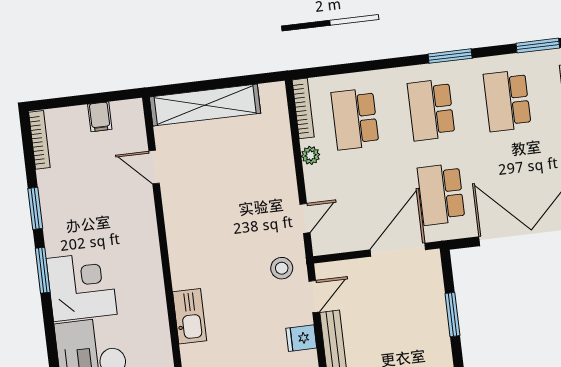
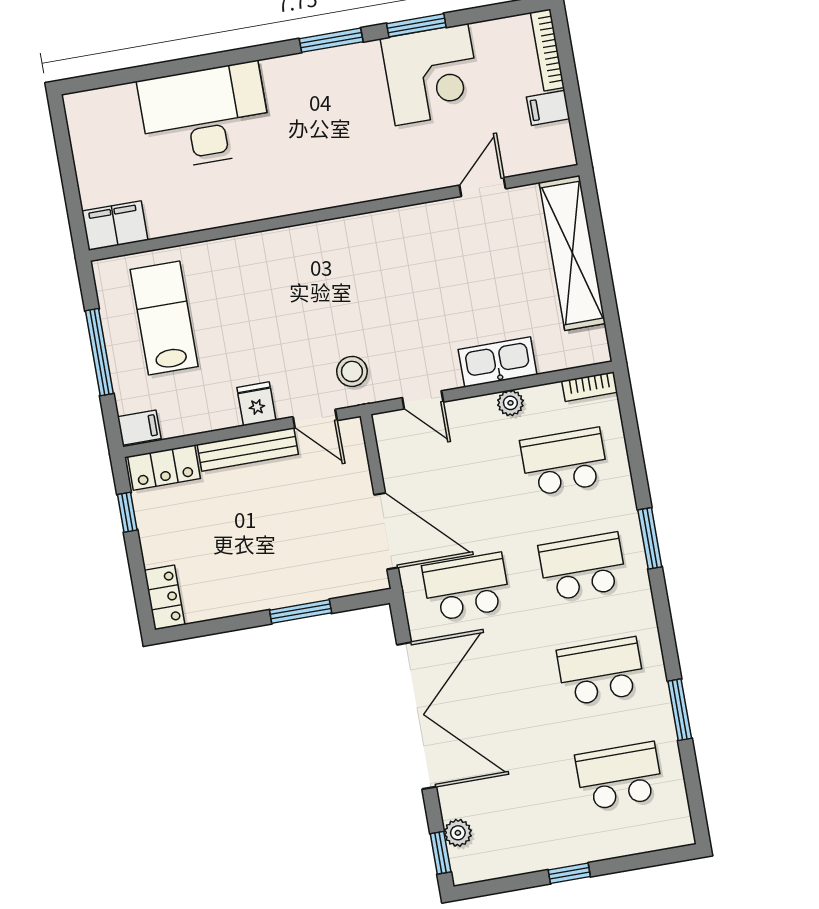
window: (450, 56) -> (650, 538), moved
bookcase: (303, 108) -> (590, 387), width x0.64
bookcase: (39, 140) -> (547, 50), moved, turned 90
corner desk: (82, 286) -> (432, 75), moved
kitchen sink: (190, 316) -> (498, 362), moved, turned 180

